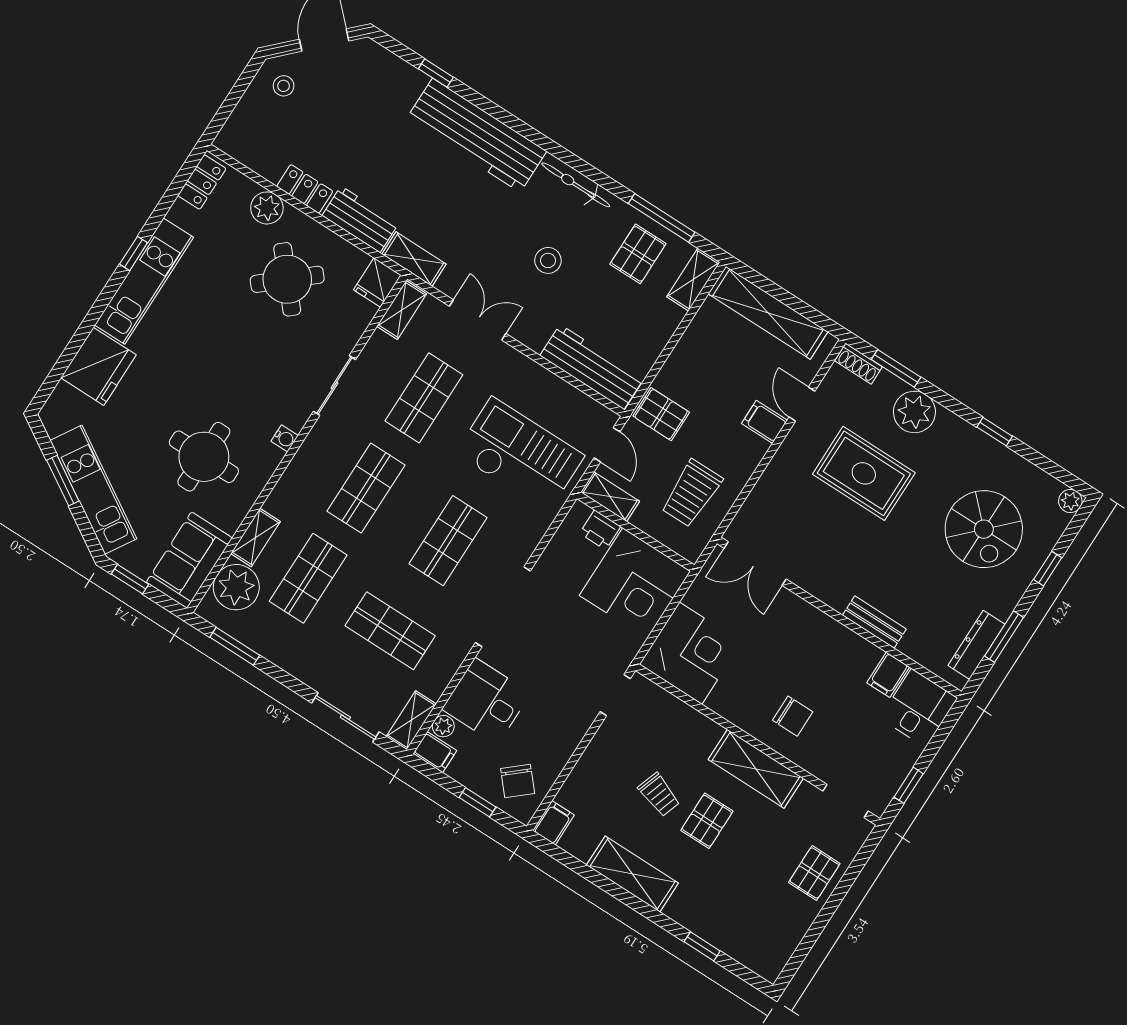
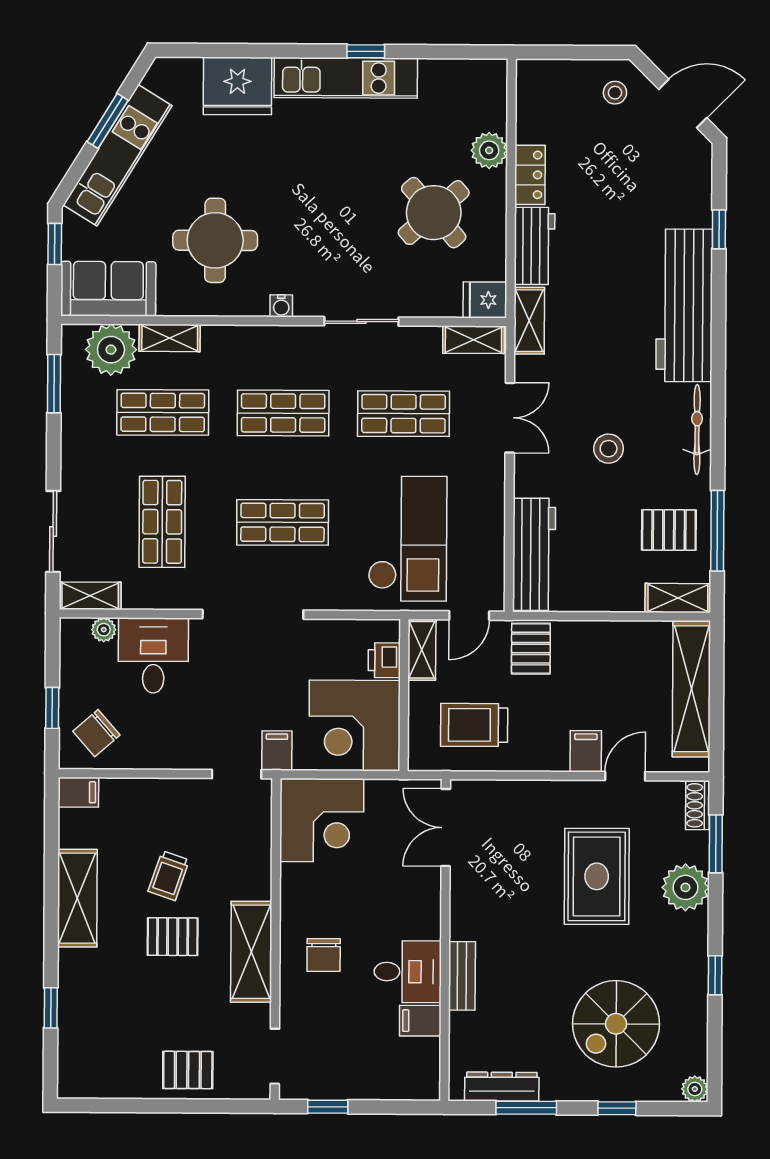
locker: (202, 182) -> (475, 73), removed
desk: (919, 708) -> (408, 972), moved
filing cabinet: (435, 752) -> (277, 751), moved, turned 180

